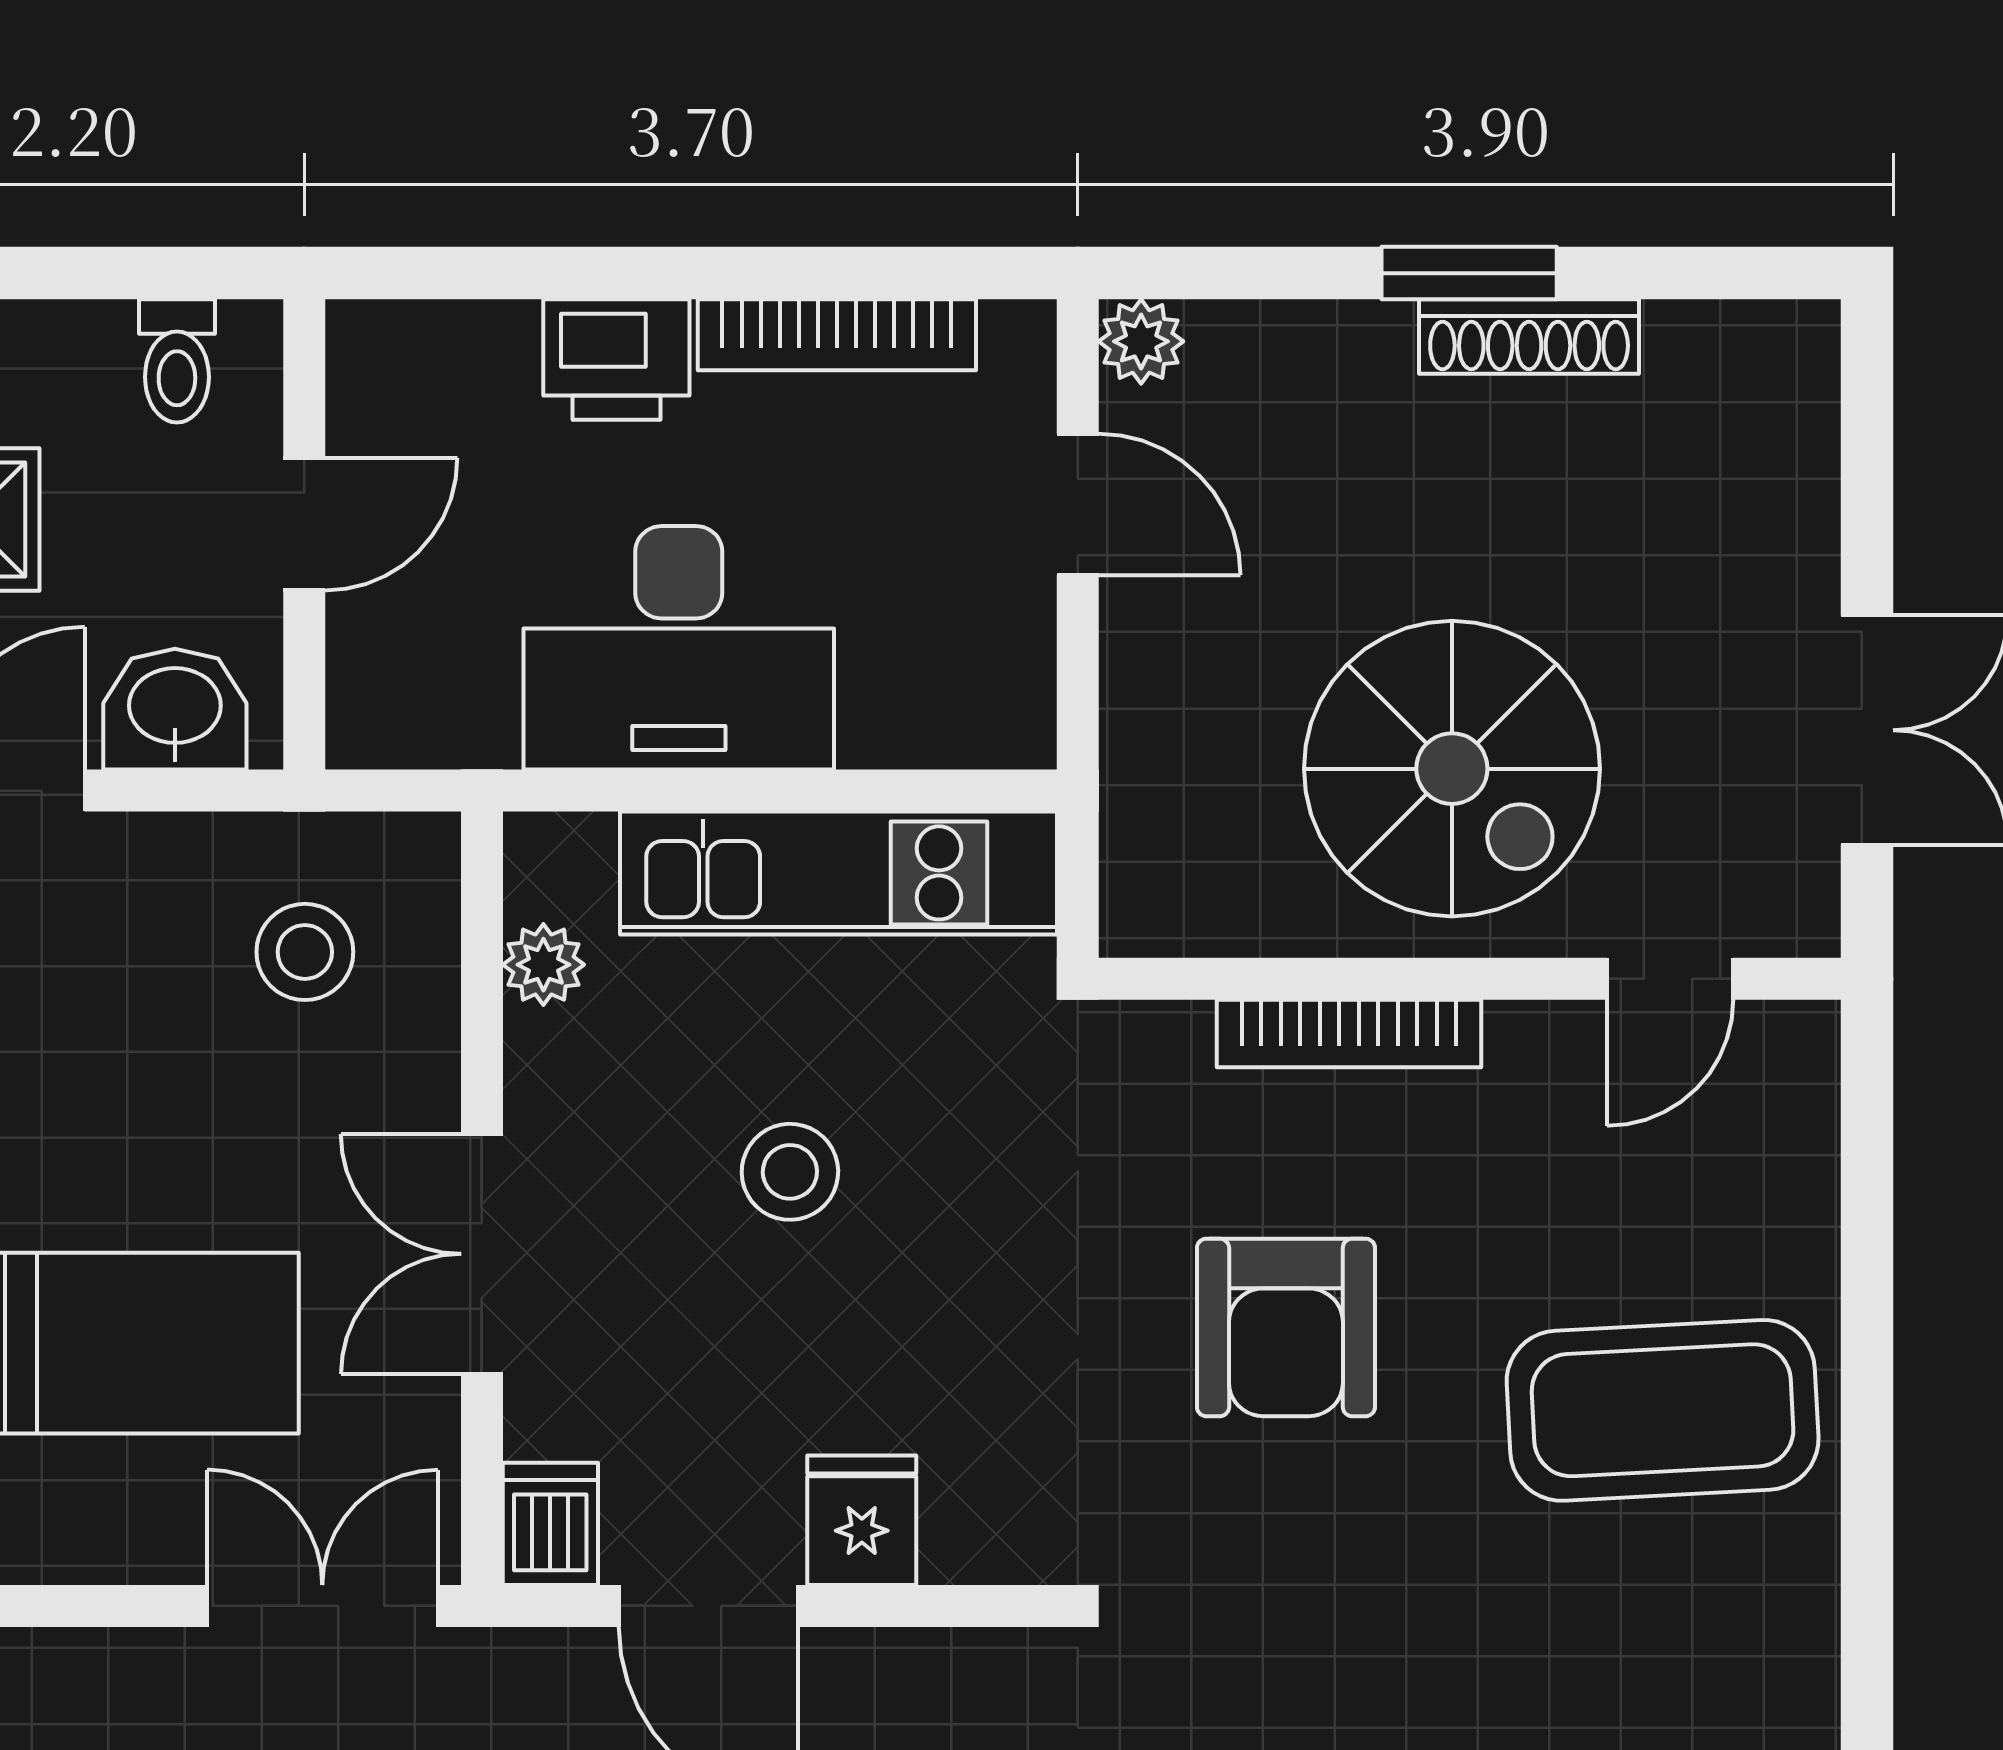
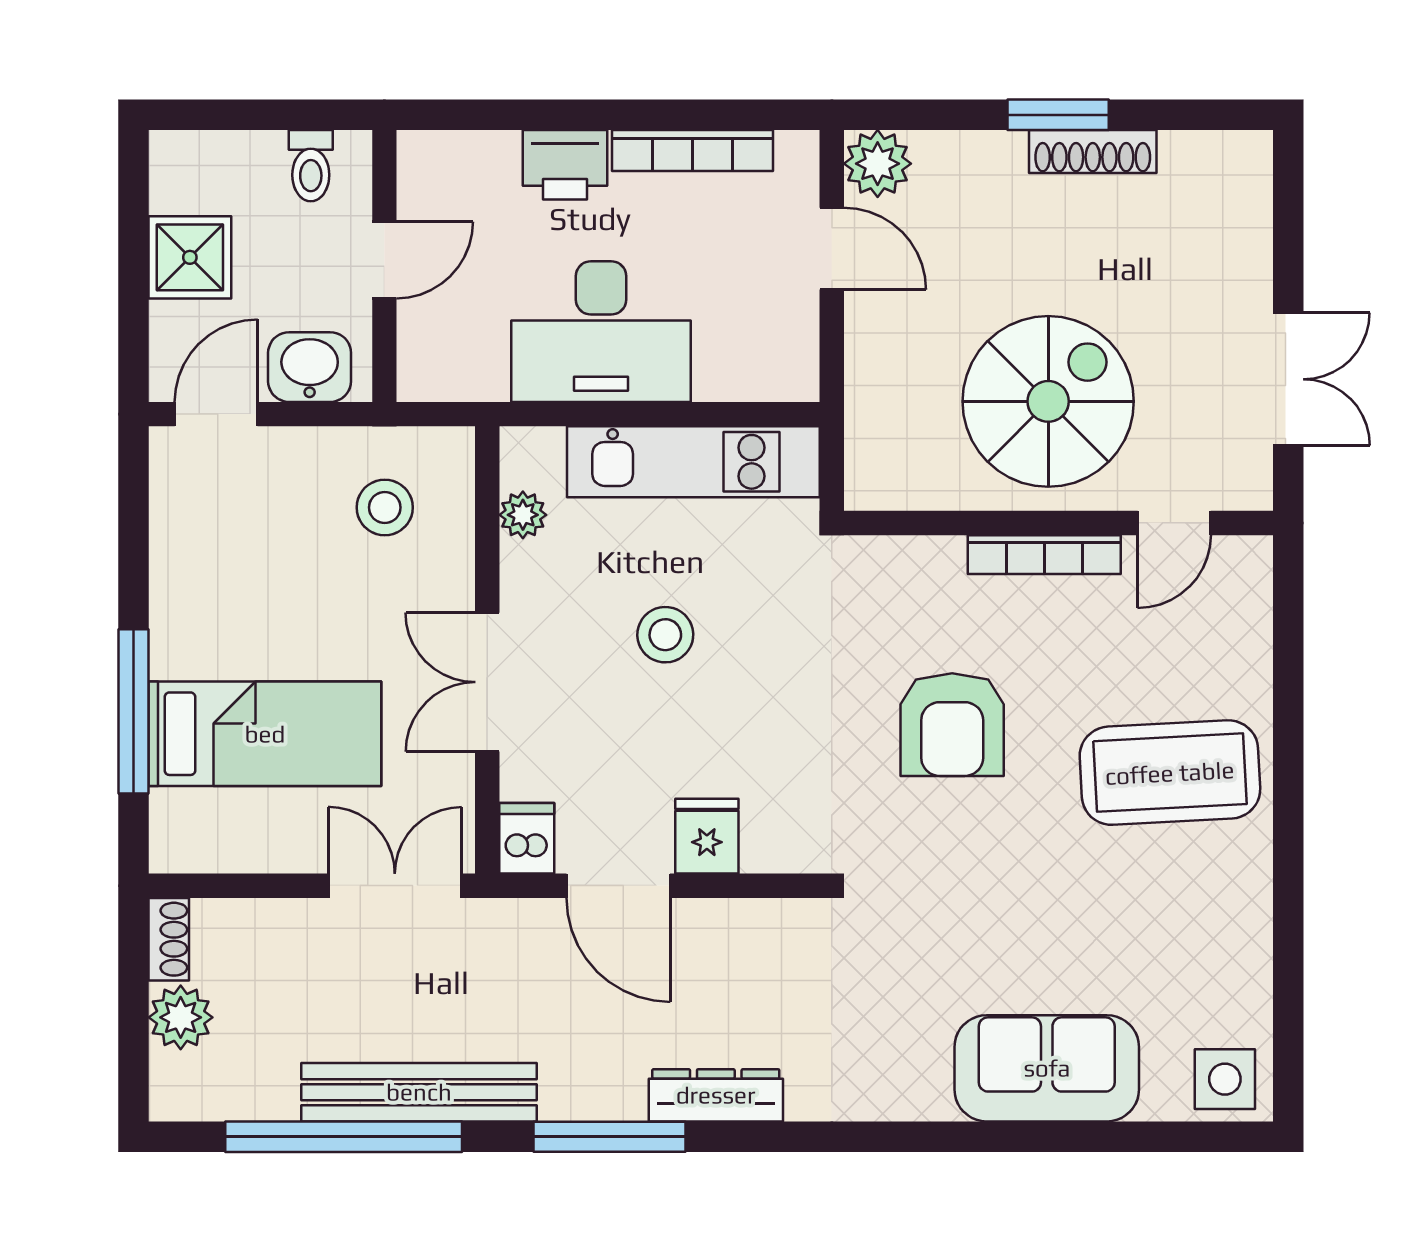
plant: (1141, 341) -> (878, 164), width x1.38, depth x1.38
spiral stairs: (1452, 769) -> (1048, 401), turned -90
bookcase: (1349, 1033) -> (1044, 555), moved

